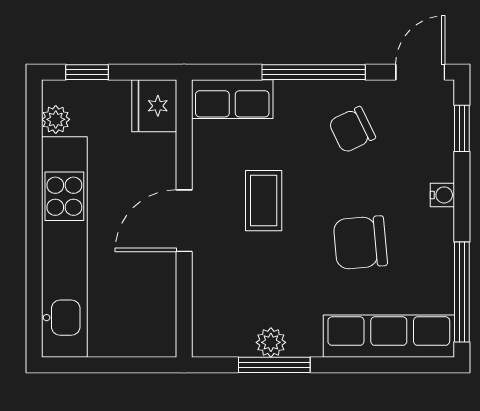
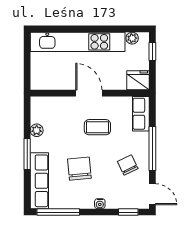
window: (274, 365) -> (27, 154), moved

